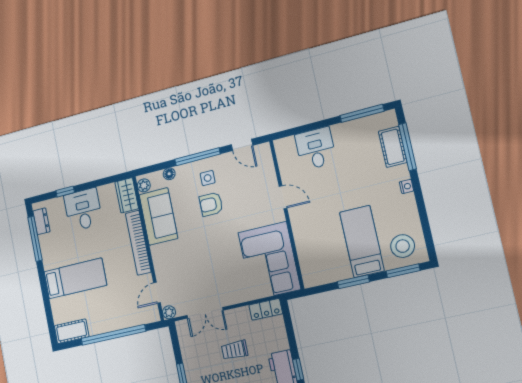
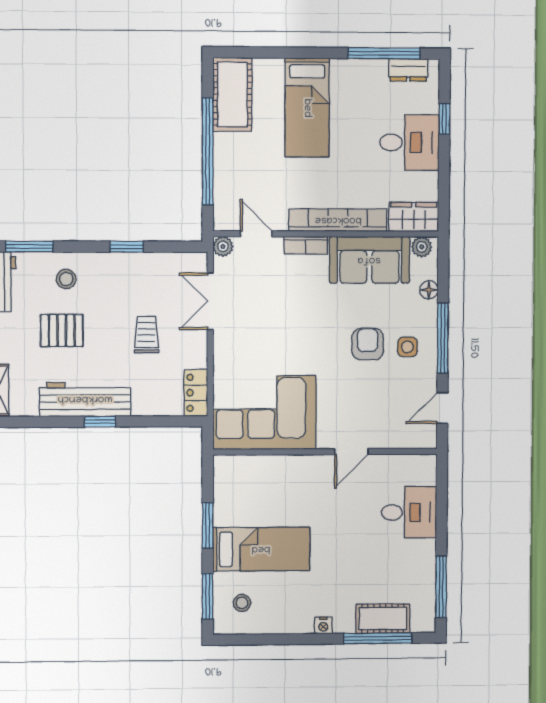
stool: (403, 246) -> (242, 603), width x0.53, depth x0.53
bookcase: (158, 259) -> (306, 245), added
cot: (72, 331) -> (232, 94), width x1.37, depth x1.34

